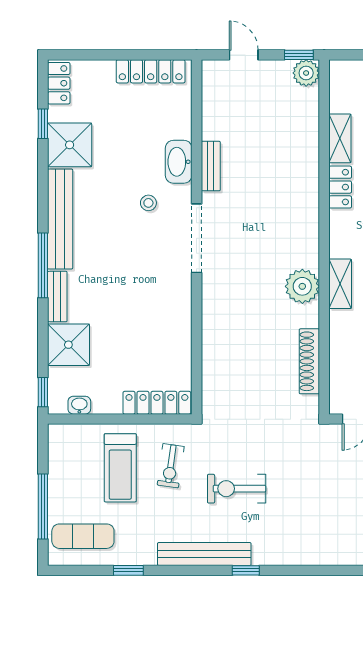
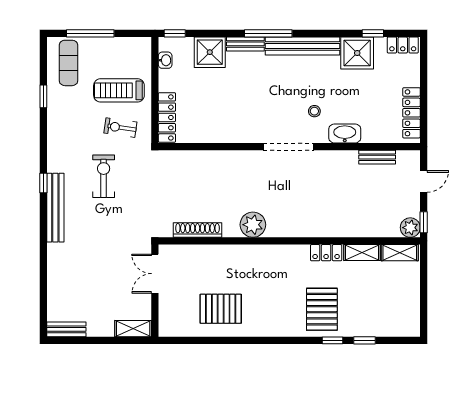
bench: (211, 166) -> (377, 157), moved
shelving: (340, 284) -> (400, 253), moved
bench: (204, 554) -> (55, 208), moved

